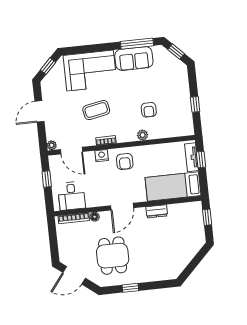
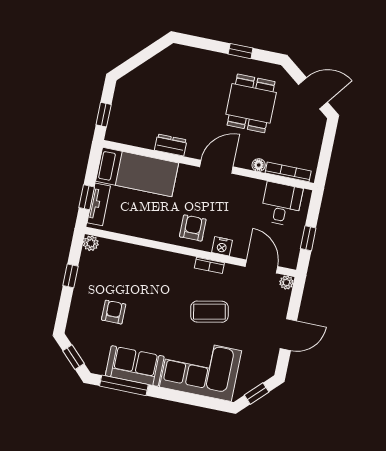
armchair: (149, 110) -> (114, 312), moved
plant: (143, 135) -> (91, 243), moved

